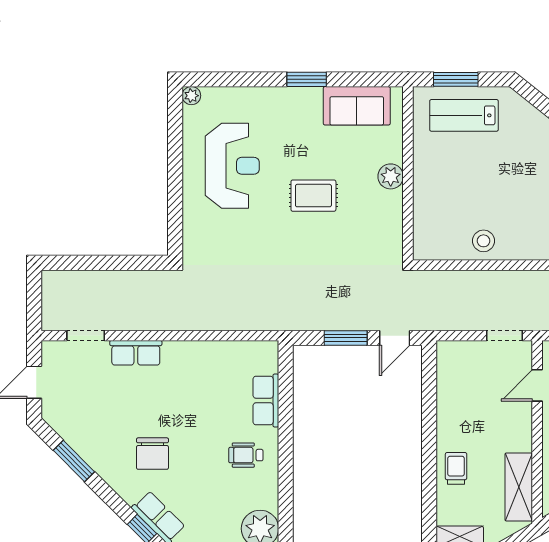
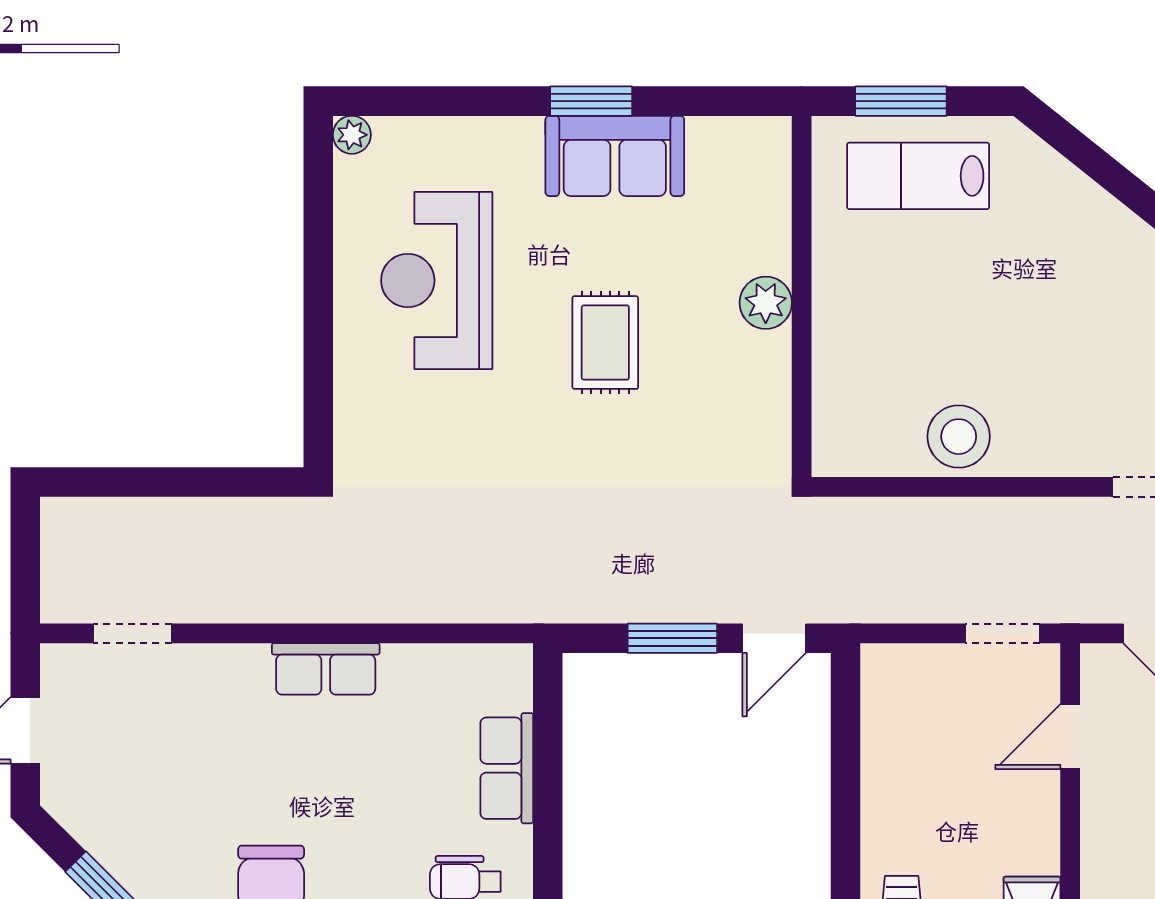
sofa: (357, 106) -> (615, 156), moved
reception desk: (232, 166) -> (437, 281), turned 180
rug: (313, 196) -> (605, 343), turned 90
stool: (483, 241) -> (959, 437), width x1.38, depth x1.38
row of seats: (136, 353) -> (326, 669), moved

